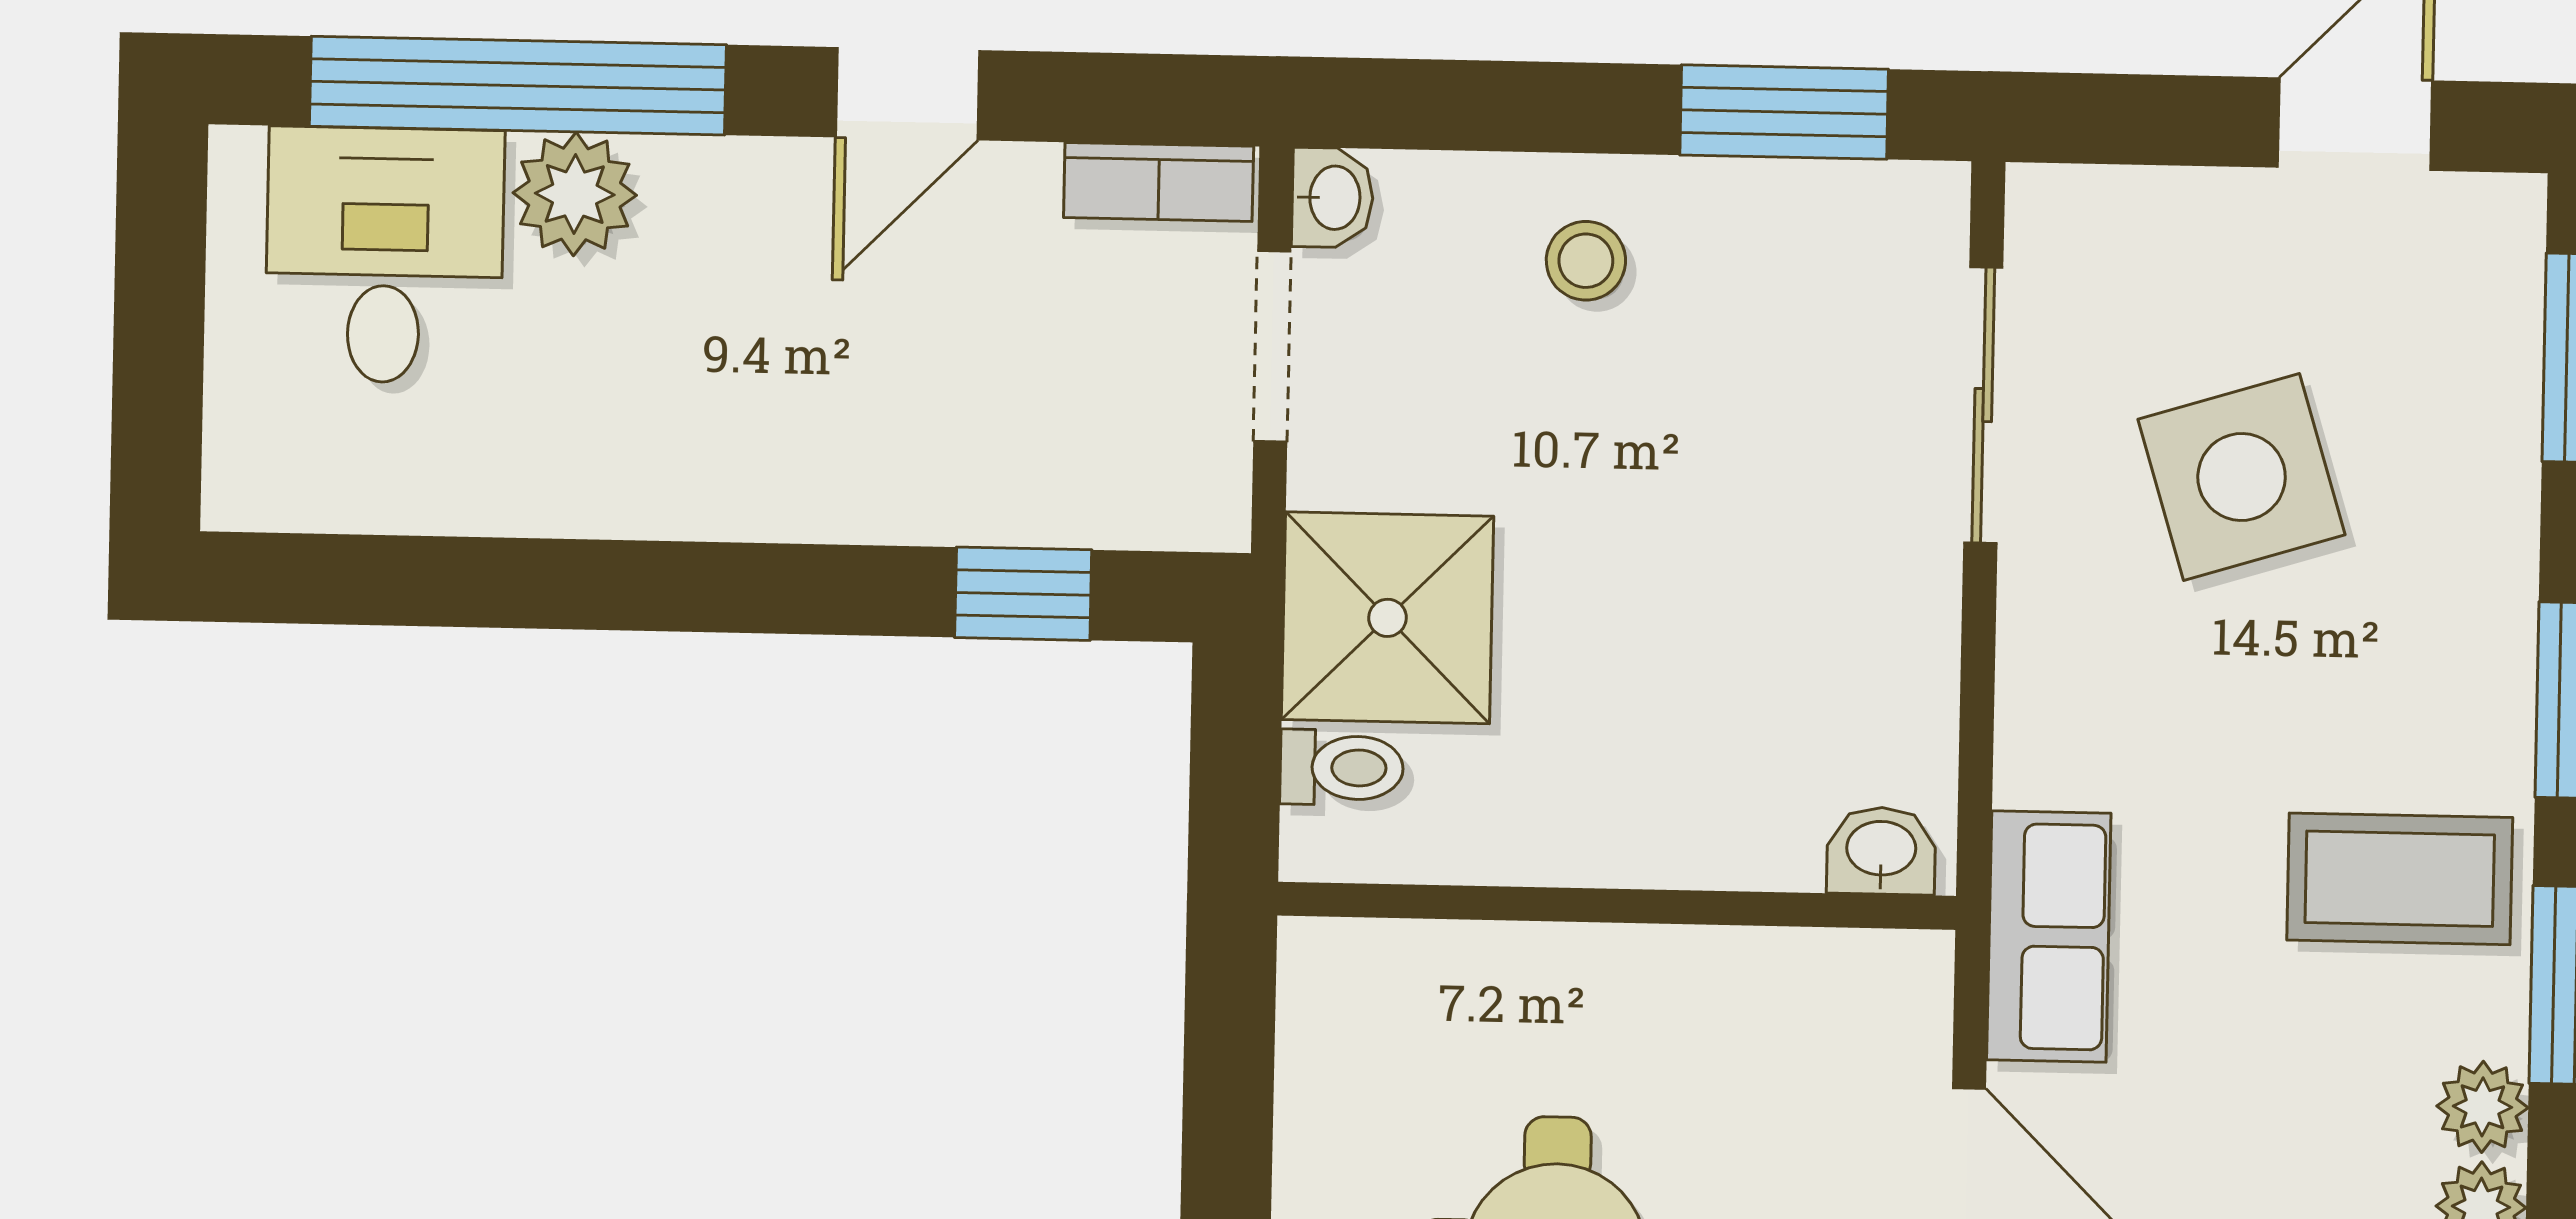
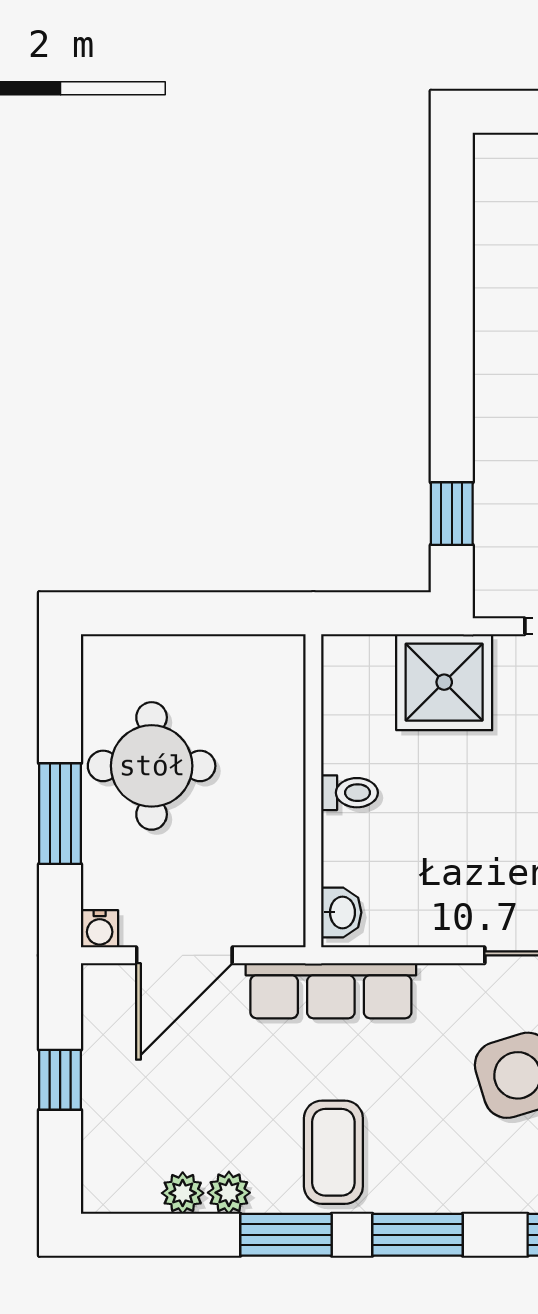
toilet: (1342, 768) -> (350, 793), moved, turned -90
row of seats: (2049, 937) -> (331, 991), width x1.48

